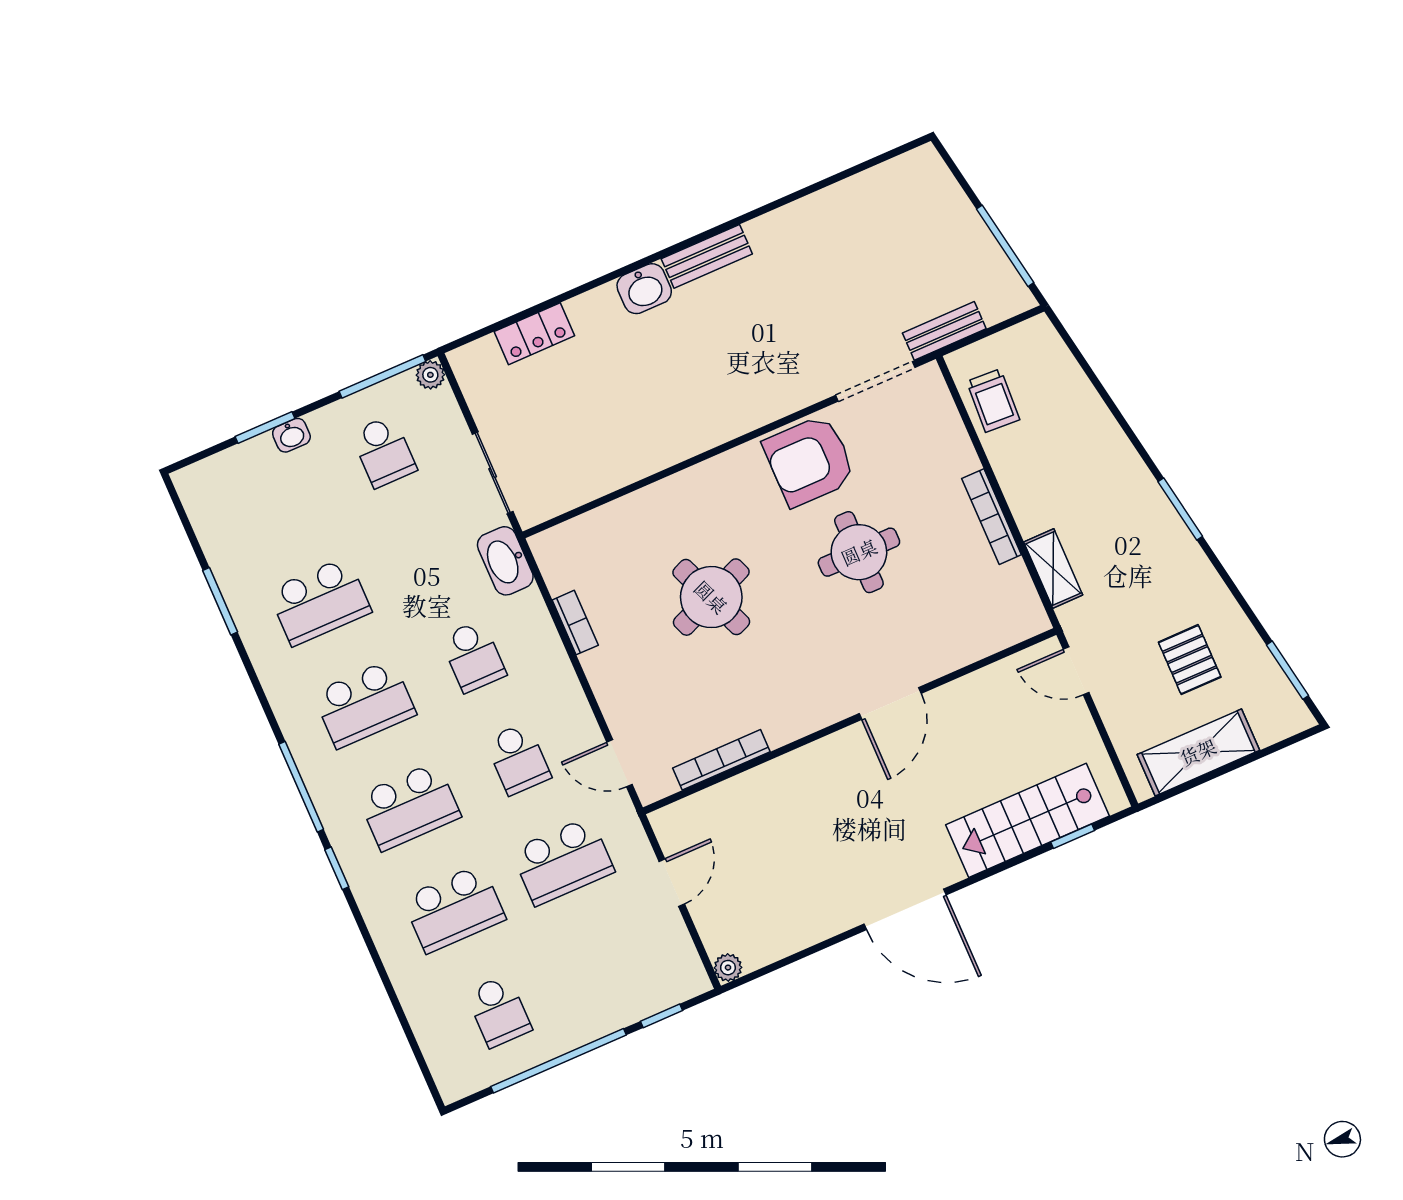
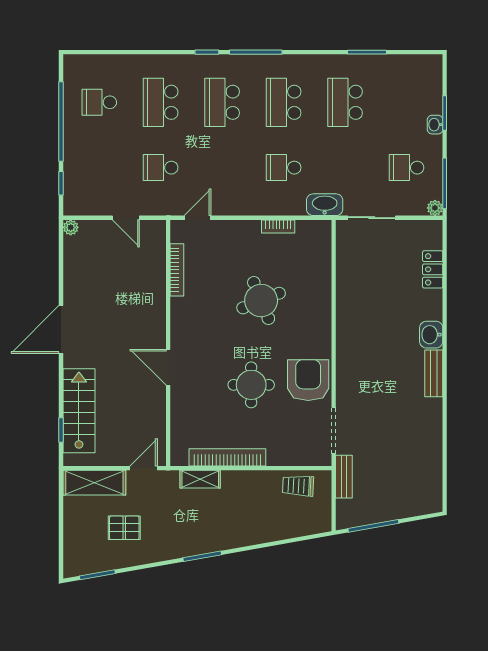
bookcase: (992, 517) -> (227, 457), width x1.48, depth x1.31
shelving: (1198, 752) -> (94, 483), moved, turned 90
school desk: (518, 759) -> (222, 168), removed
school desk: (563, 861) -> (161, 168), width x0.54

